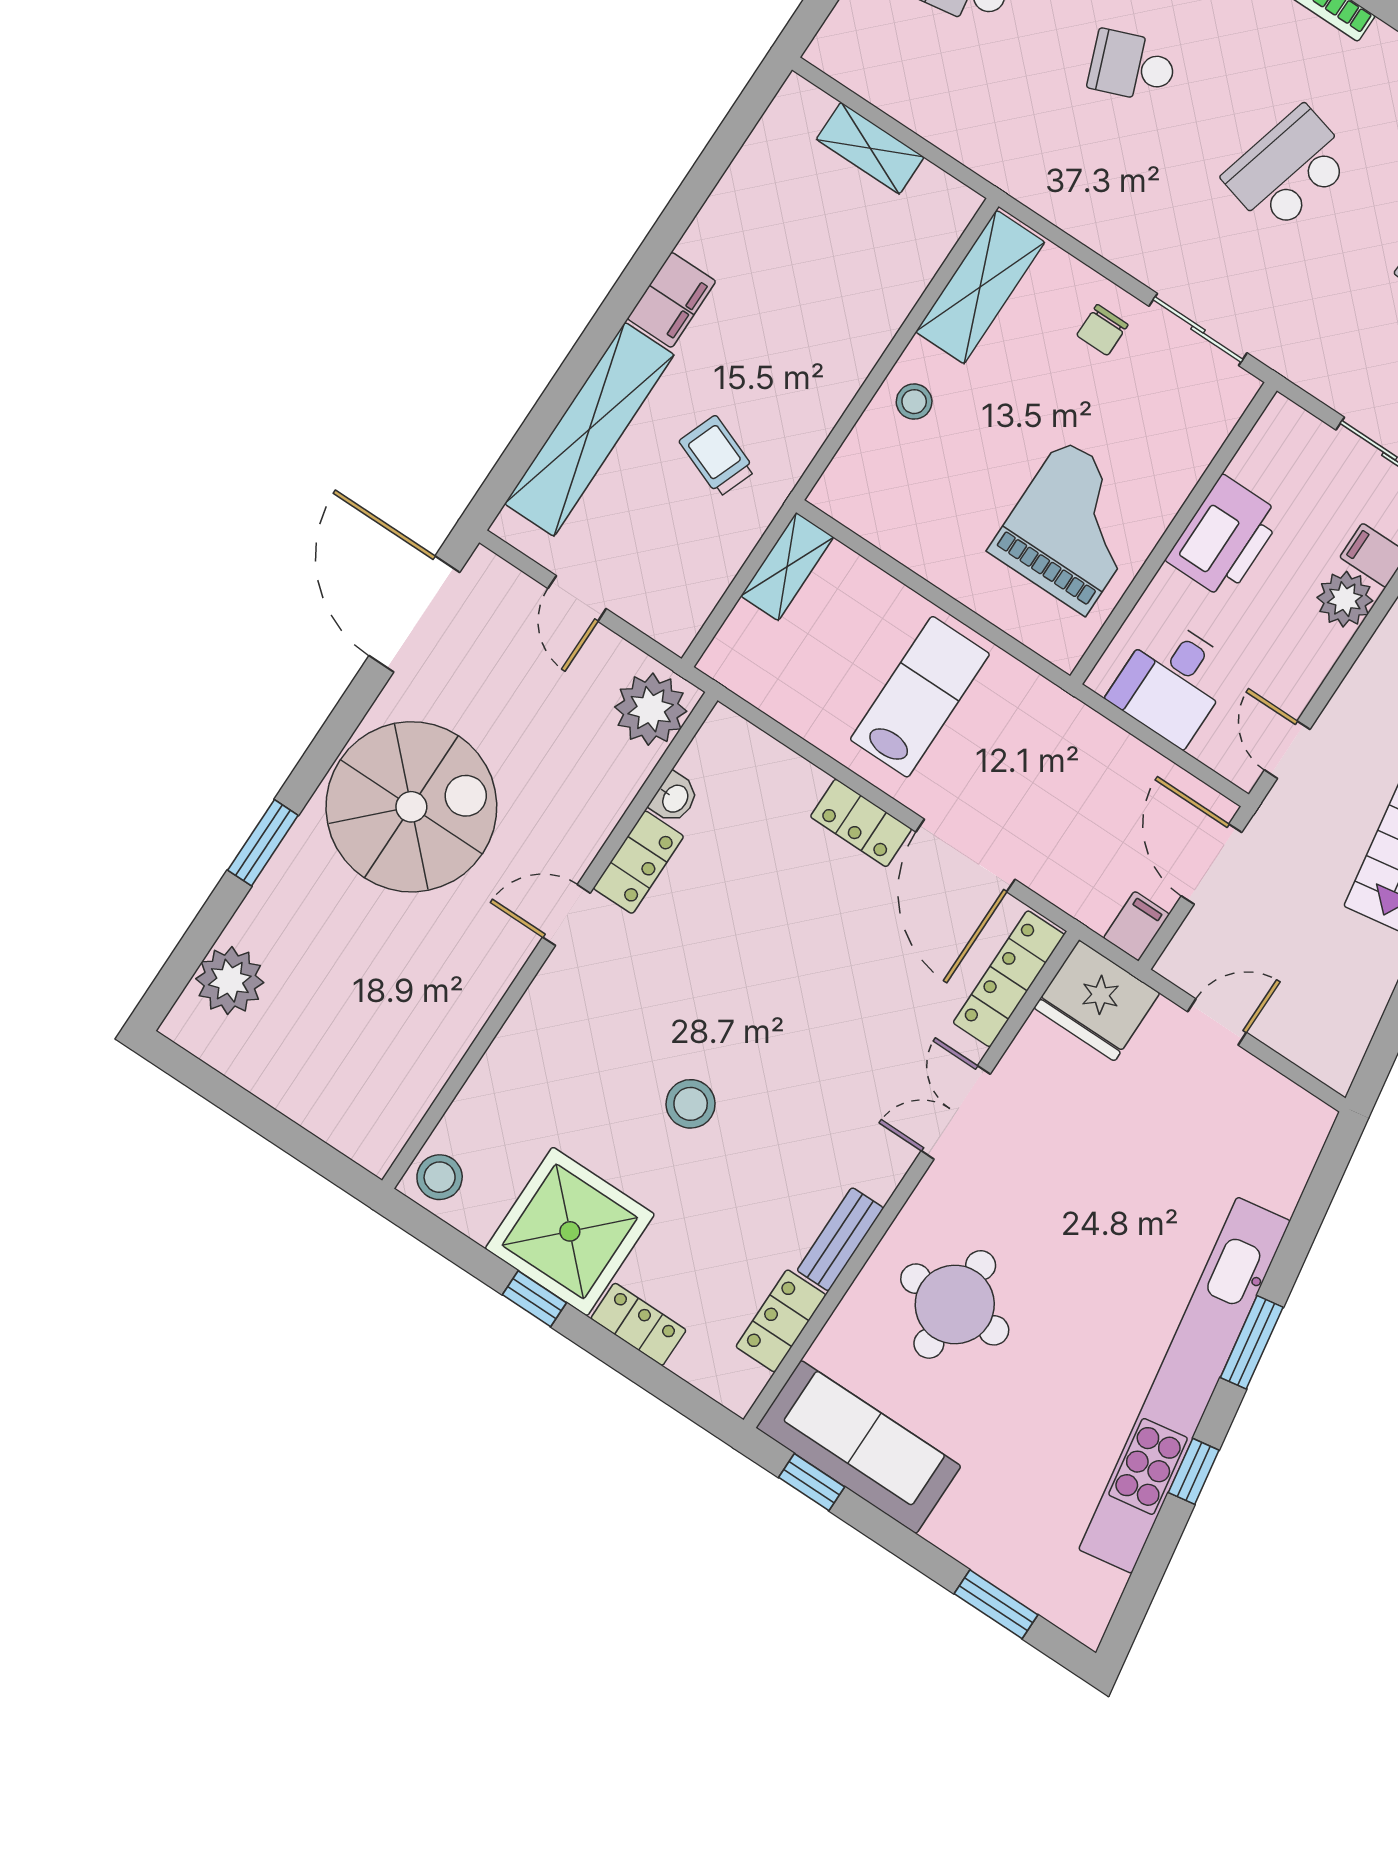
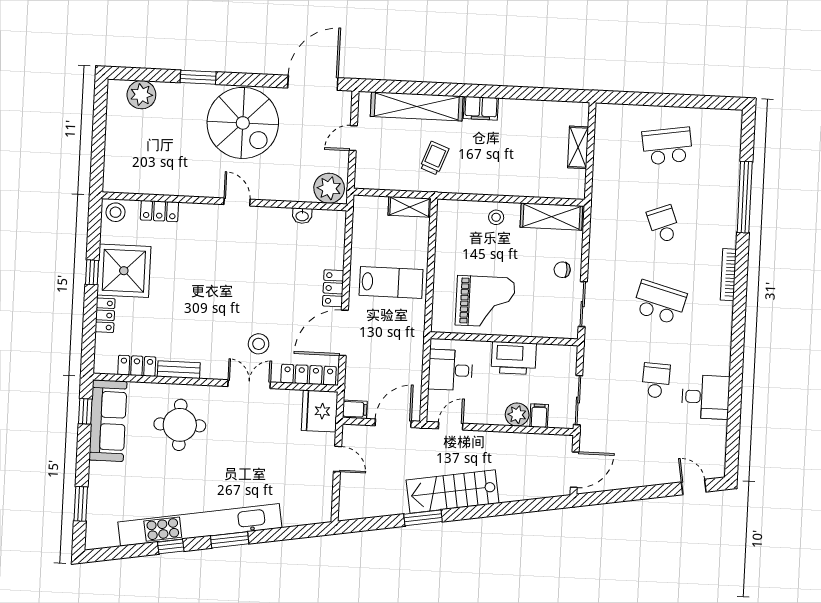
locker: (638, 862) -> (159, 211), moved
stool: (691, 1104) -> (259, 344), moved

